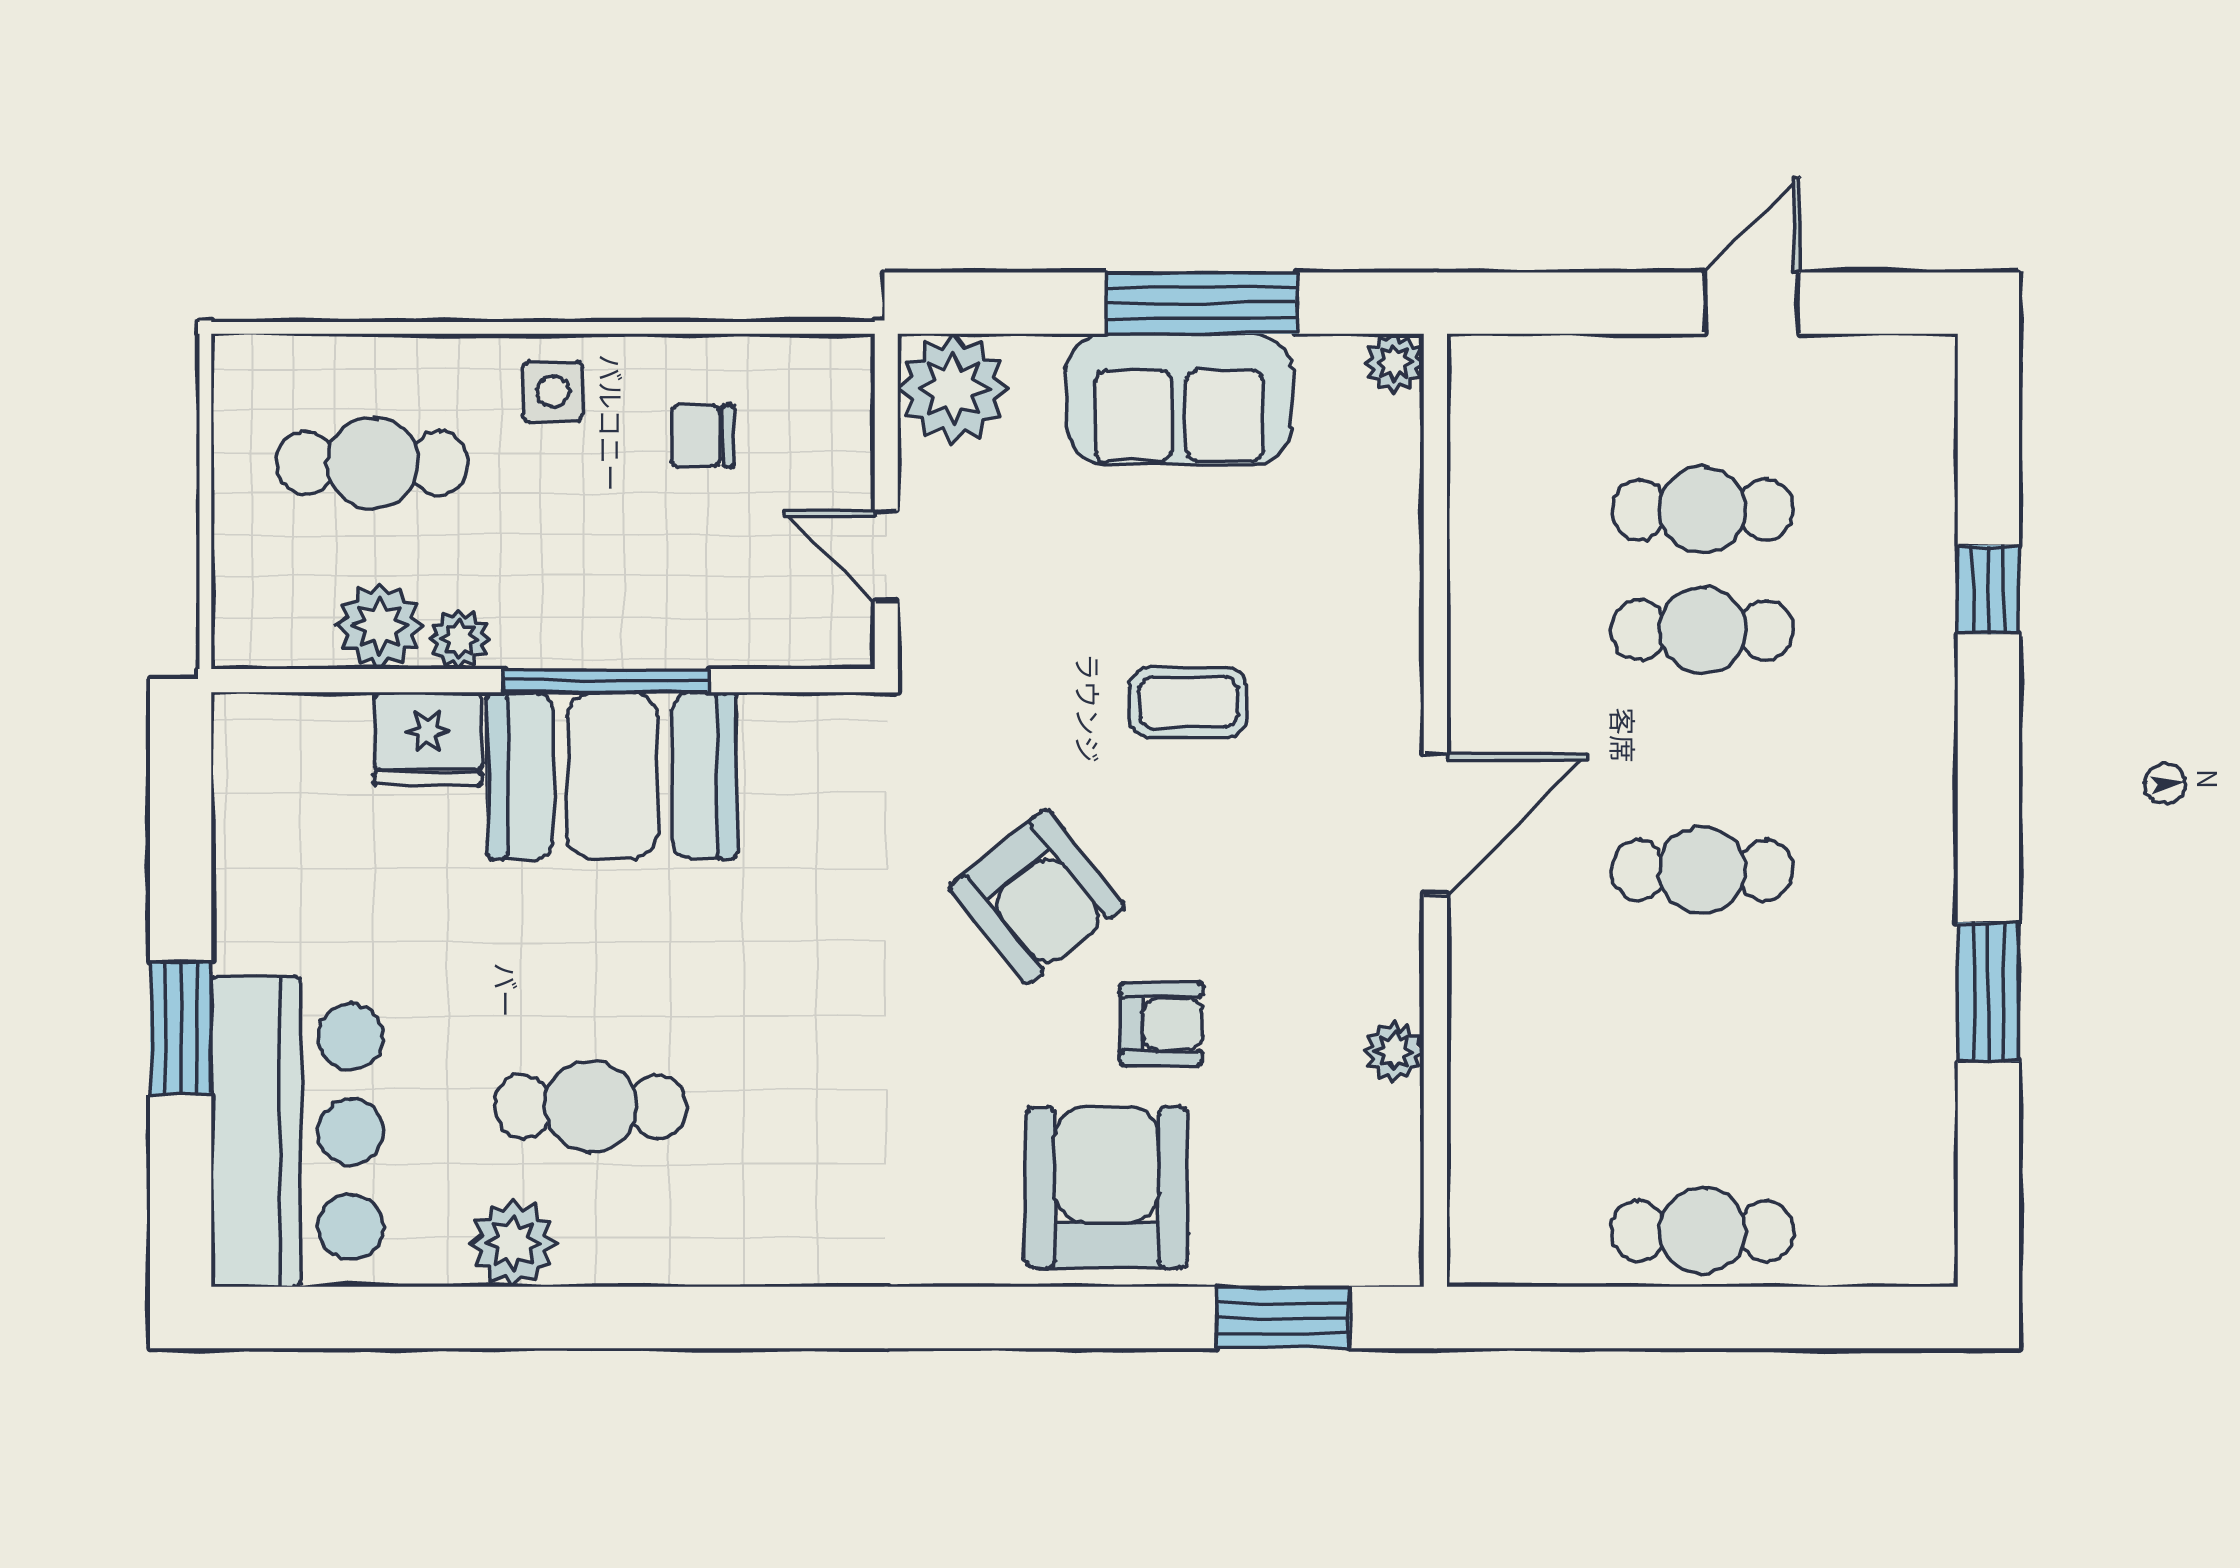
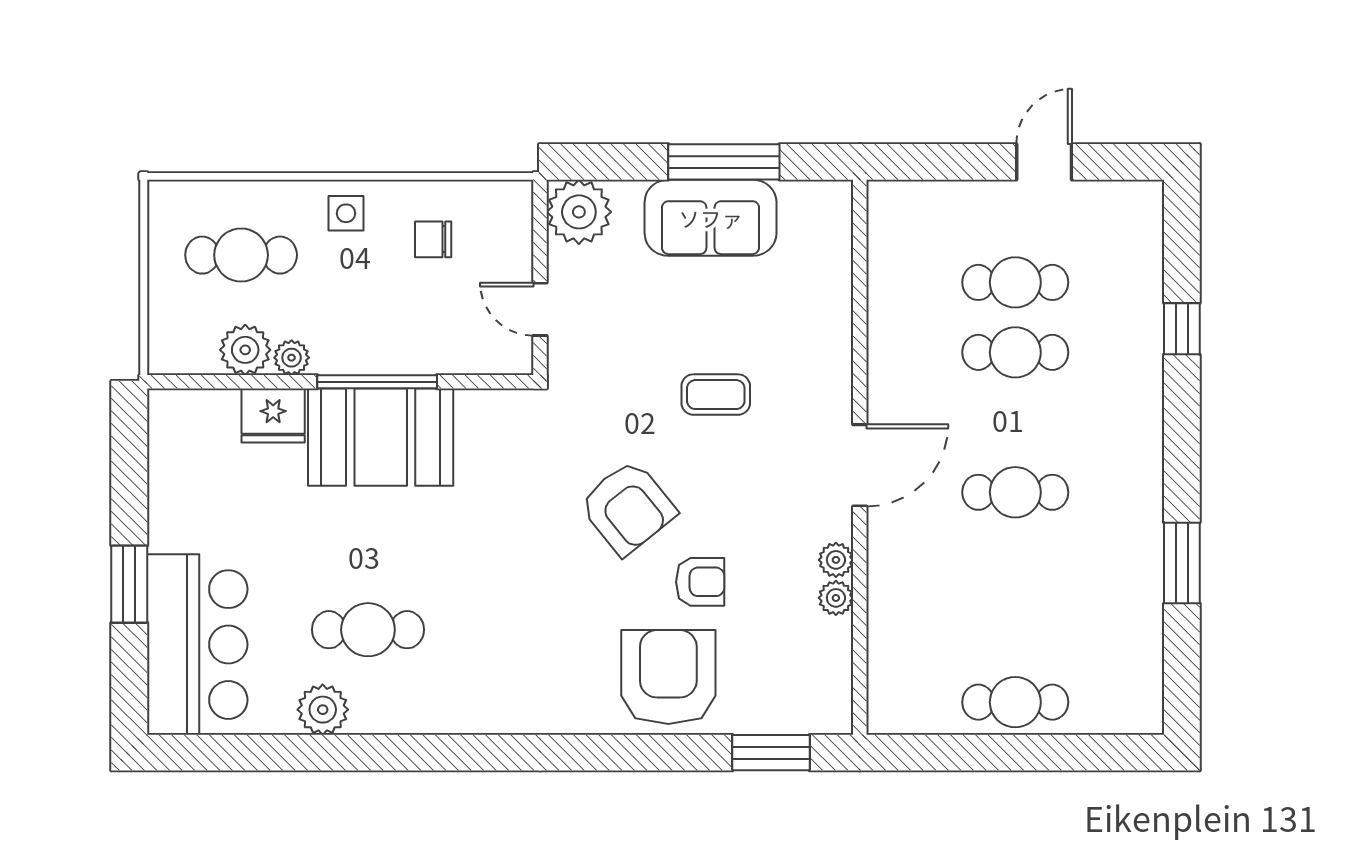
plant: (1394, 363) -> (836, 560), moved

